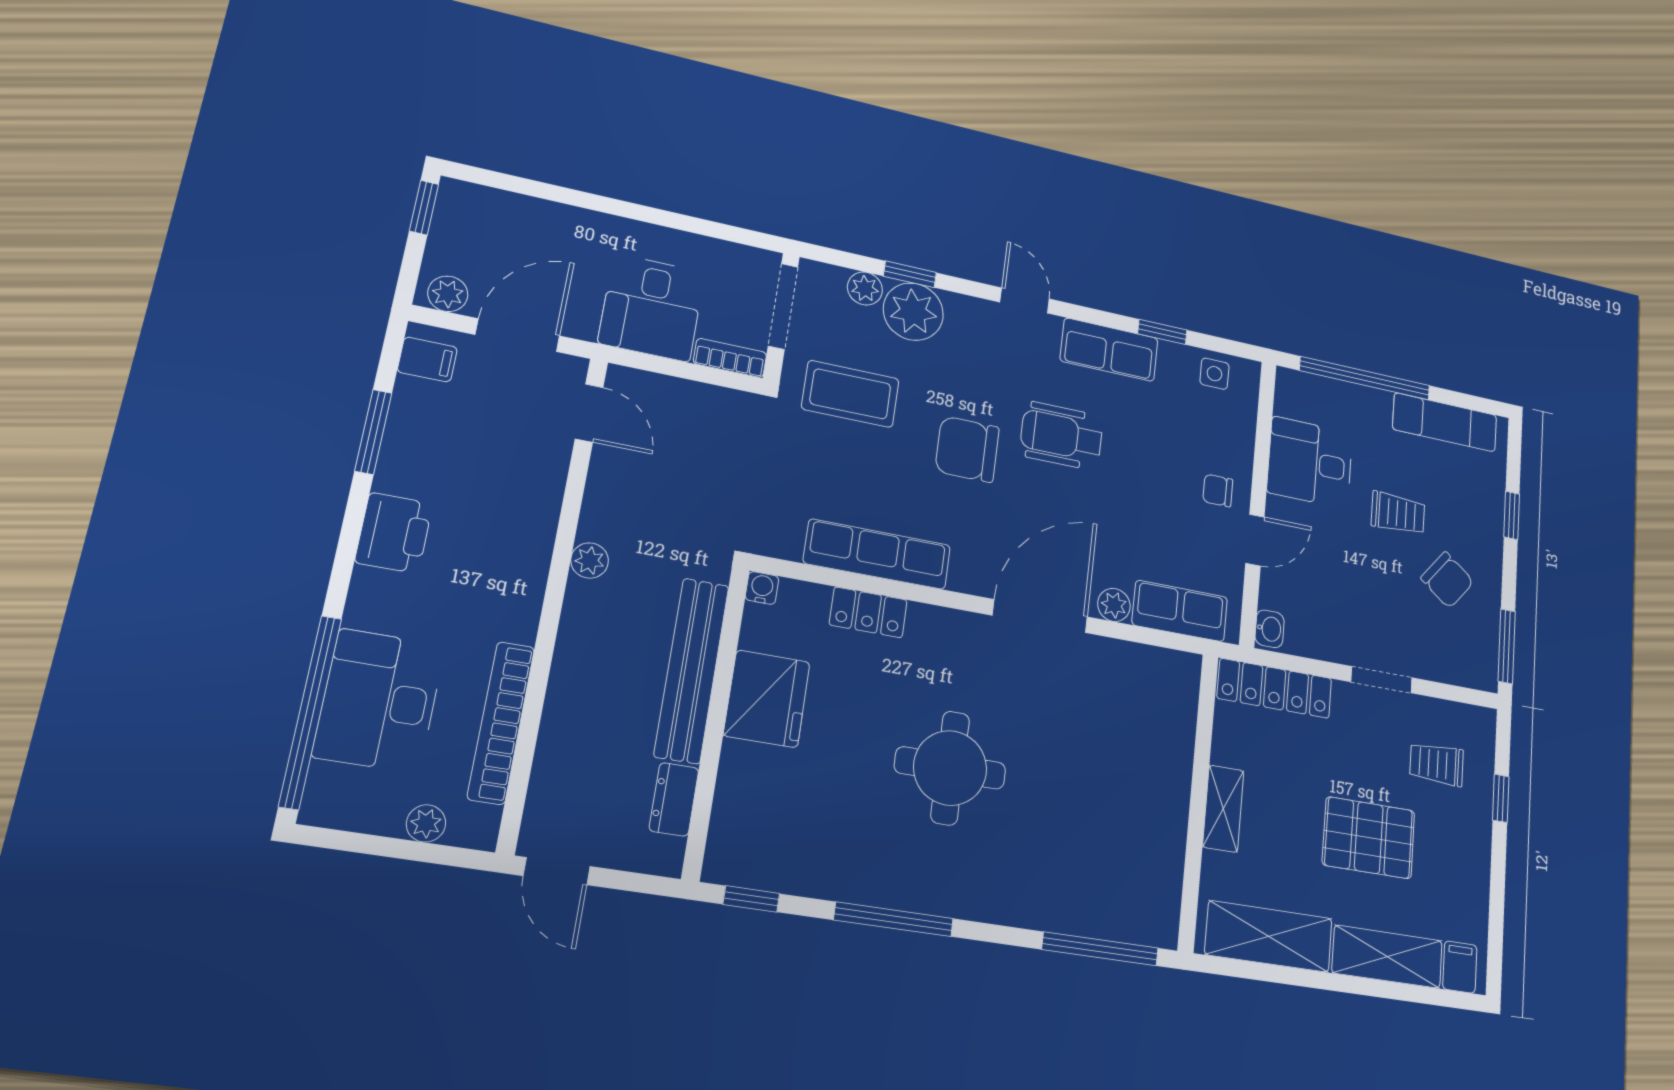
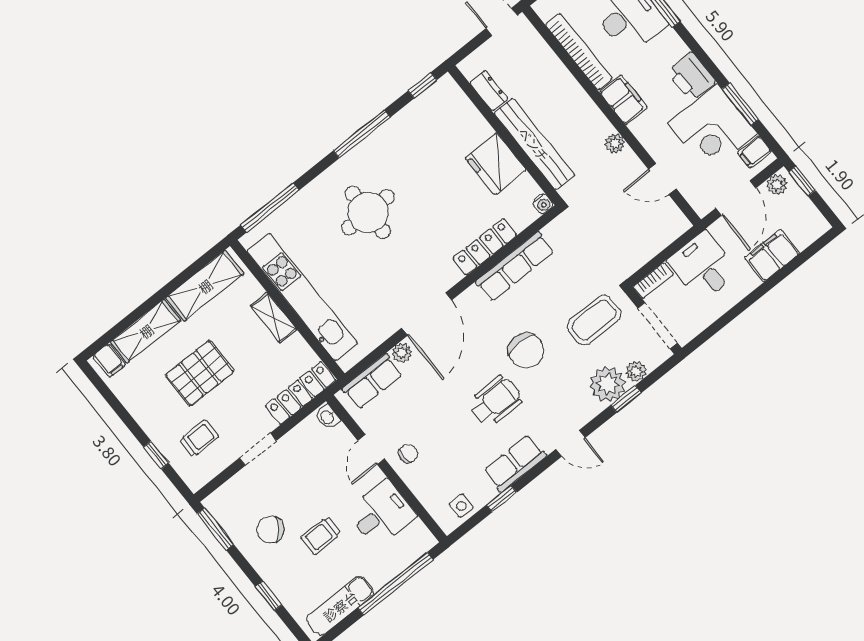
window: (424, 208) -> (802, 181), moved
filing cabinet: (554, 227) -> (772, 256), added
door: (589, 413) -> (662, 179), moved
corner desk: (445, 443) -> (712, 128), added
chair: (967, 449) -> (526, 351), turned 90
filing cabinet: (516, 601) -> (623, 100), added
locker: (868, 612) -> (485, 247), width x1.53
round table: (950, 768) -> (368, 212), moved
kitchen unit: (1166, 796) -> (302, 297), added

